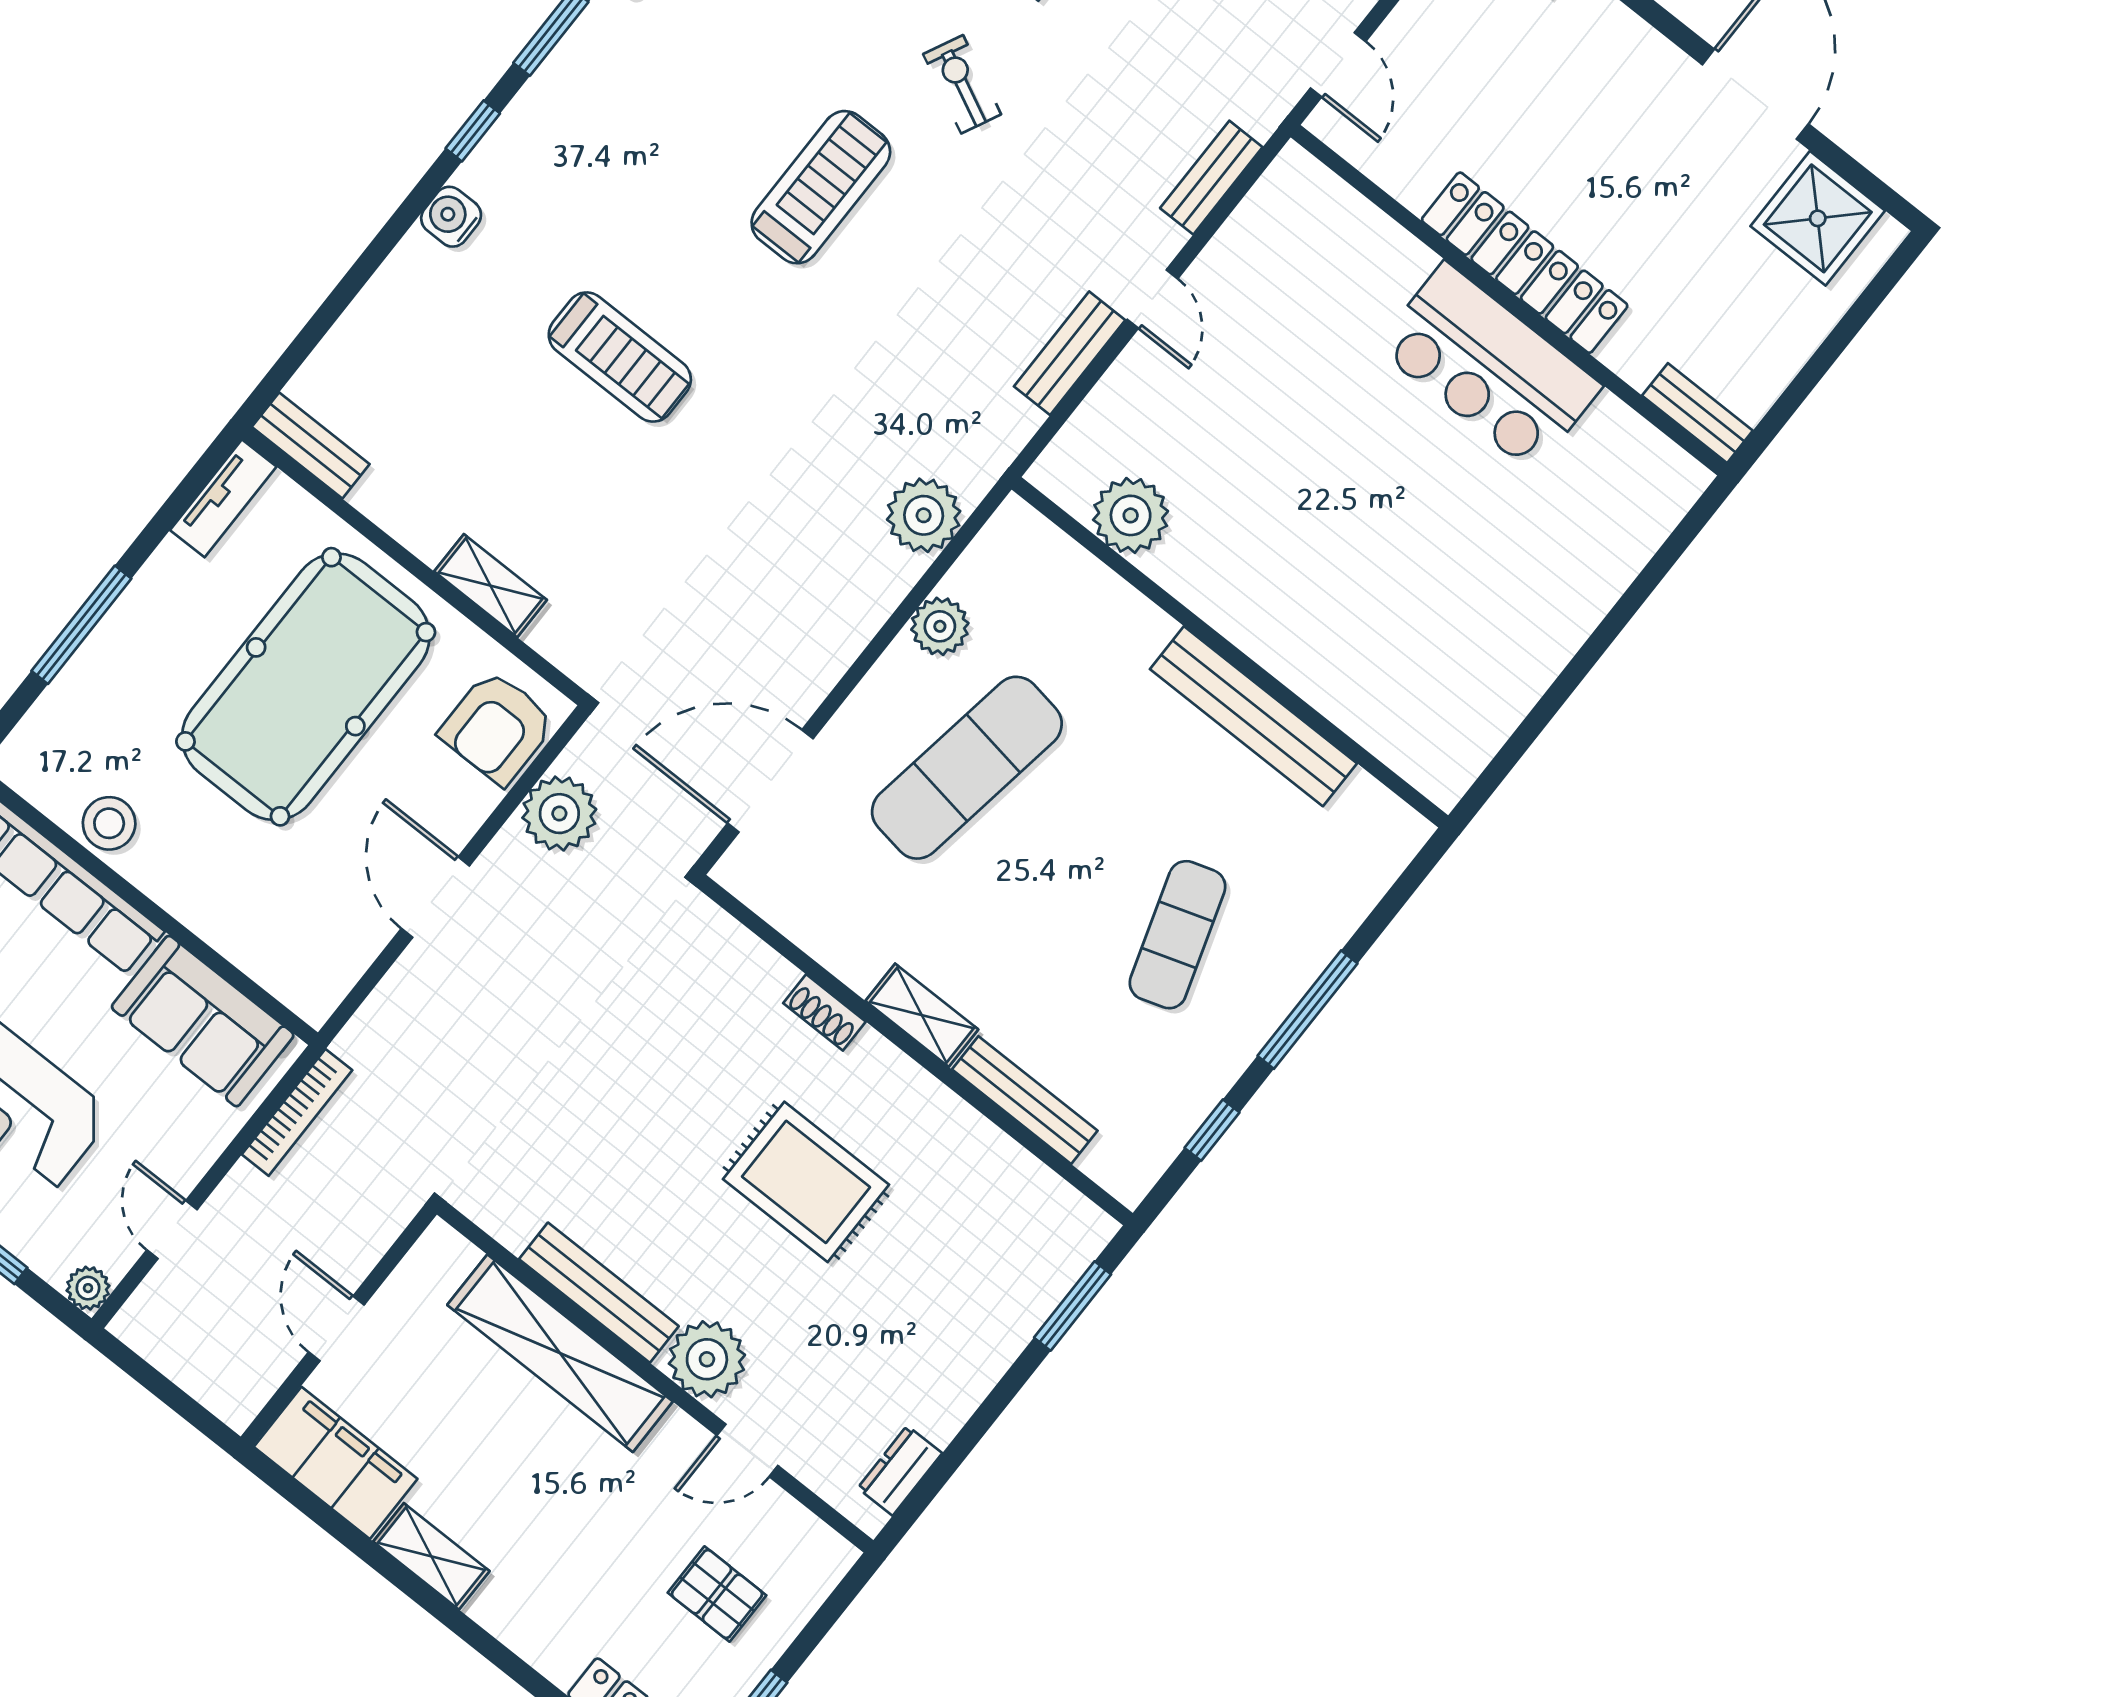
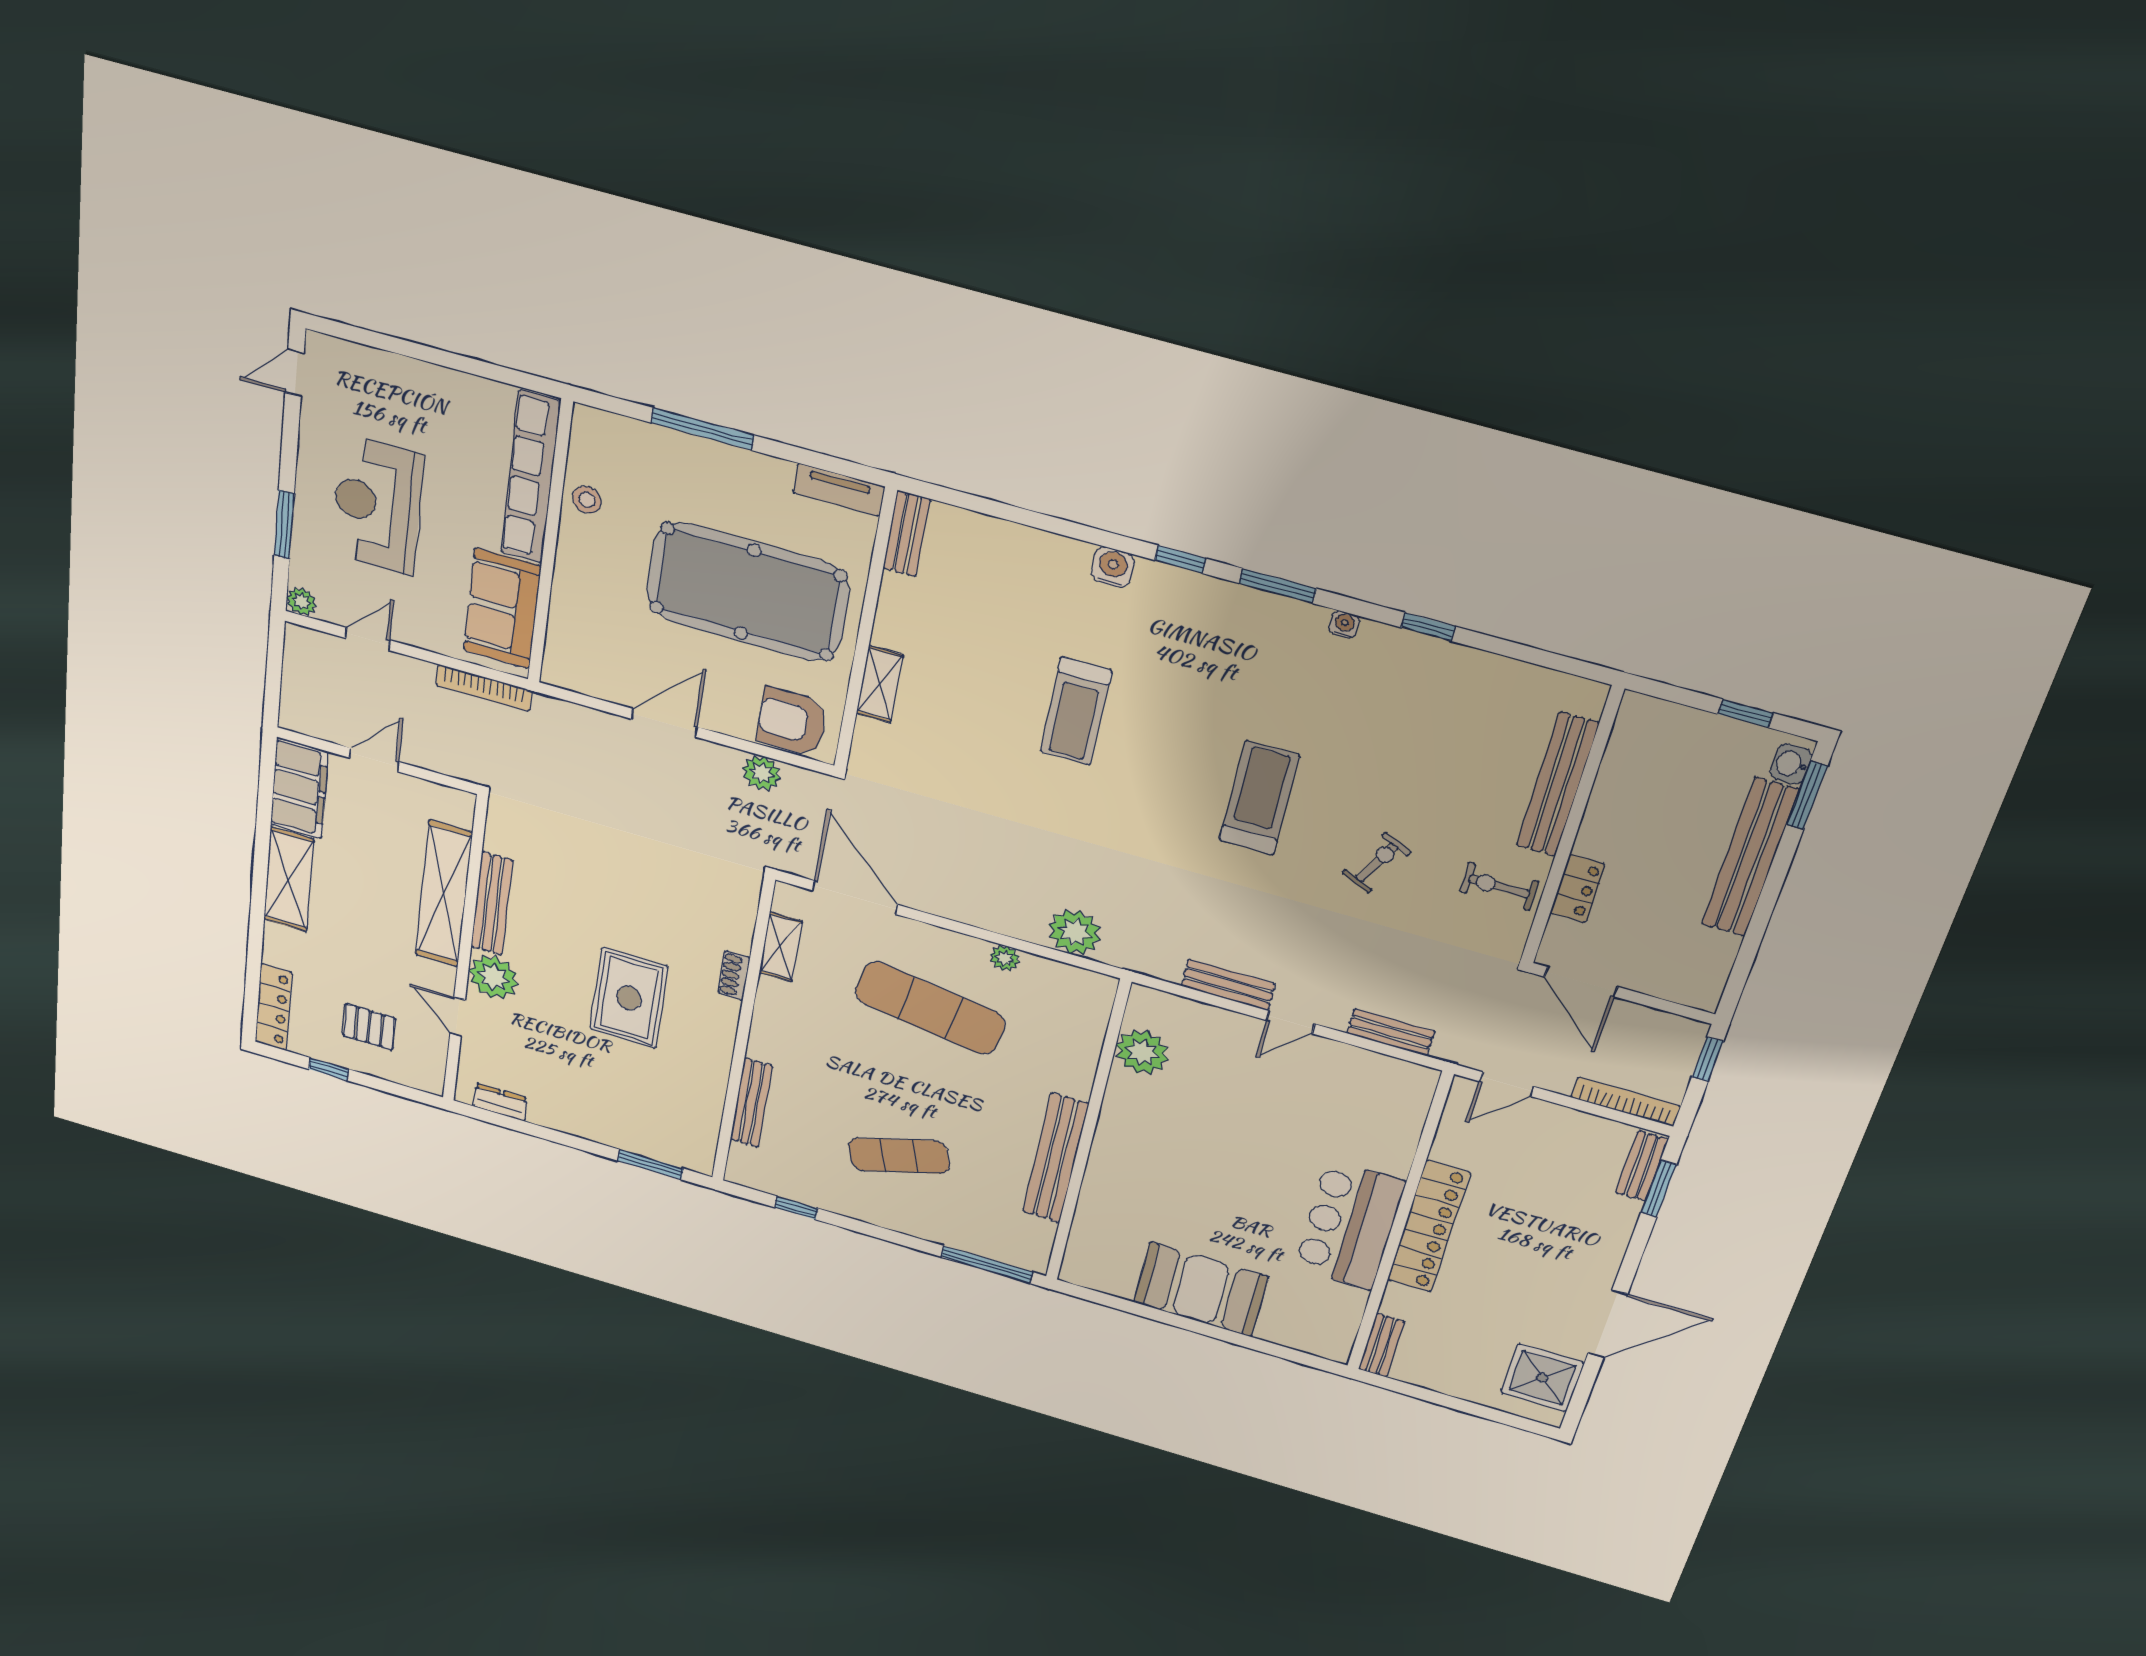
treadmill: (821, 187) -> (1259, 798), turned -90
booth: (1528, 620) -> (1201, 1289), added
plant: (940, 626) -> (1005, 958), width x0.73, depth x0.73
plant: (559, 814) -> (762, 773), width x0.73, depth x0.73
stool: (109, 823) -> (587, 500), width x0.73, depth x0.73
window: (1307, 1010) -> (987, 1264), moved
shelving: (922, 1015) -> (781, 947), moved
shelving: (431, 1556) -> (289, 879), width x1.50, depth x1.33
pallet: (717, 1594) -> (369, 1027), turned 90

